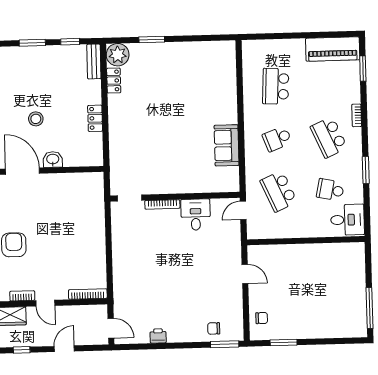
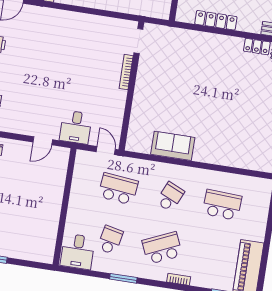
locker: (95, 118) -> (216, 20), width x1.53
school desk: (277, 139) -> (170, 197), turned 45
school desk: (279, 191) -> (118, 189), turned 30
desk: (196, 215) -> (76, 127), moved, turned 90

